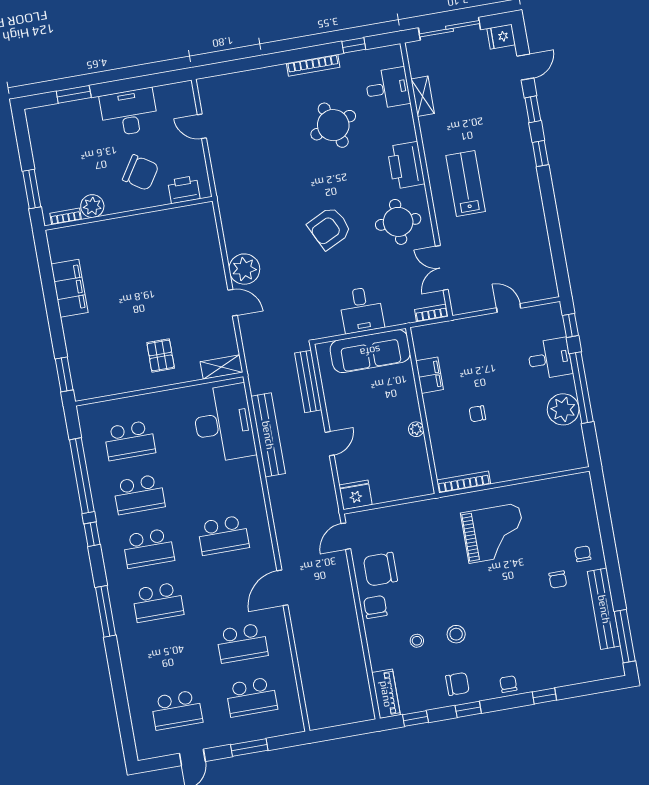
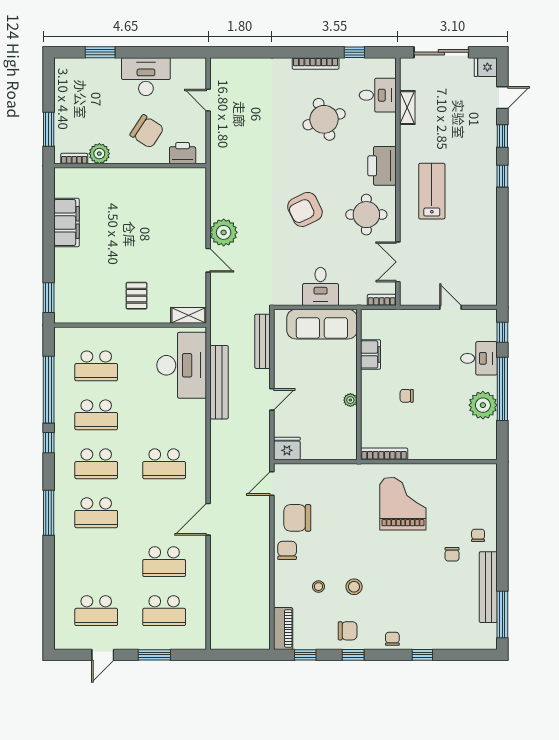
grand piano: (494, 533) -> (403, 504), turned -90

